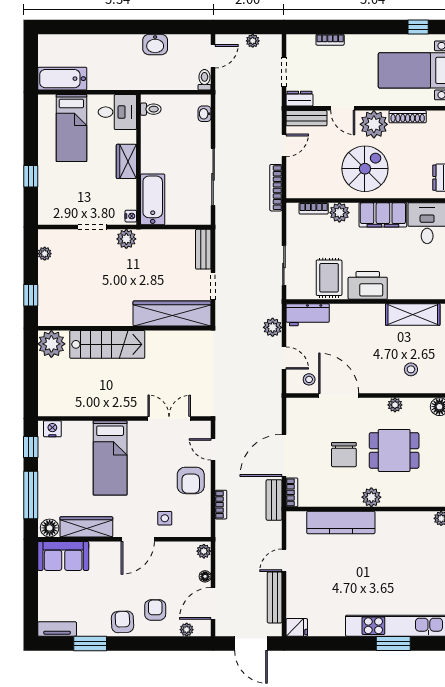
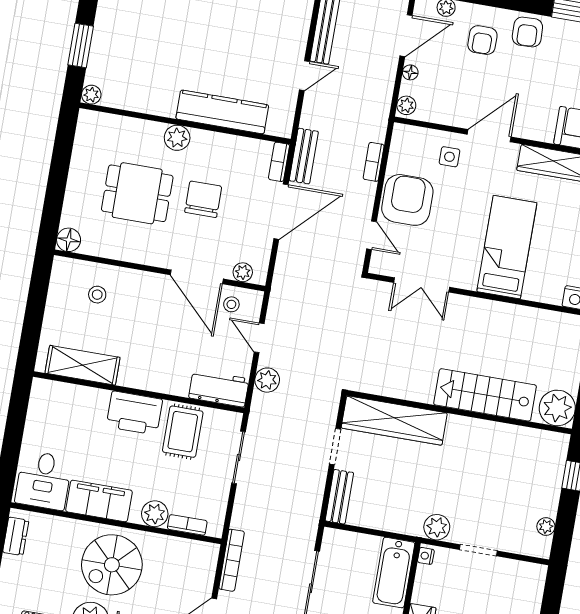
plant: (395, 405) -> (243, 272), moved
armchair: (191, 480) -> (407, 200), width x1.36, depth x1.36

